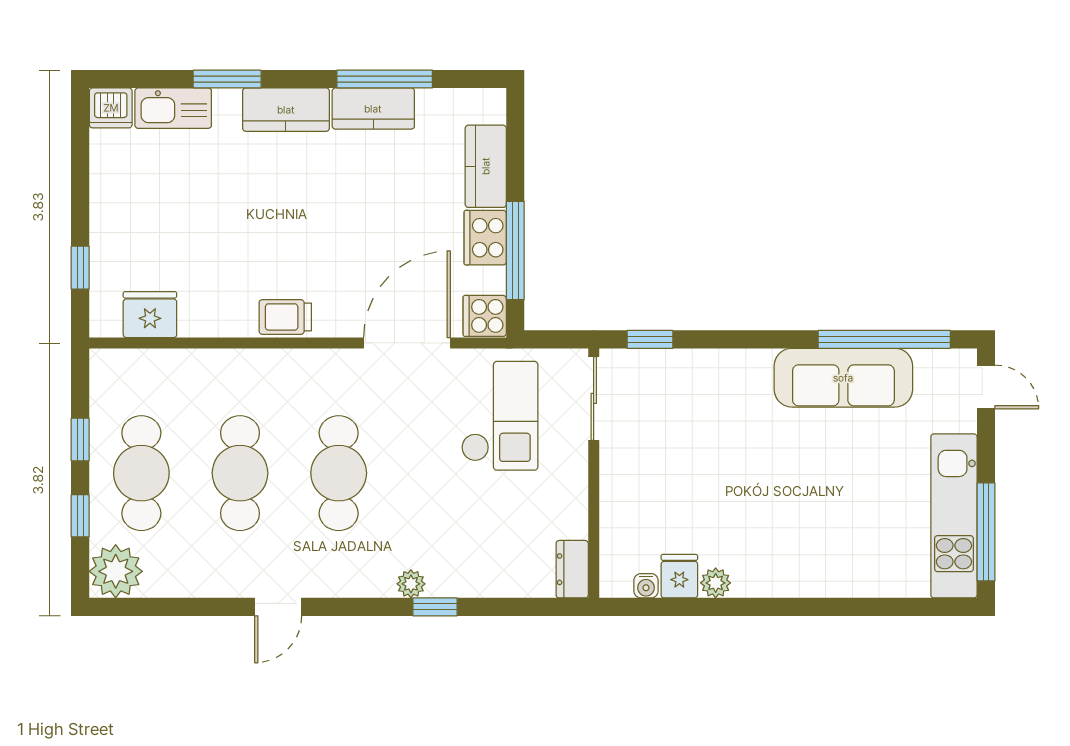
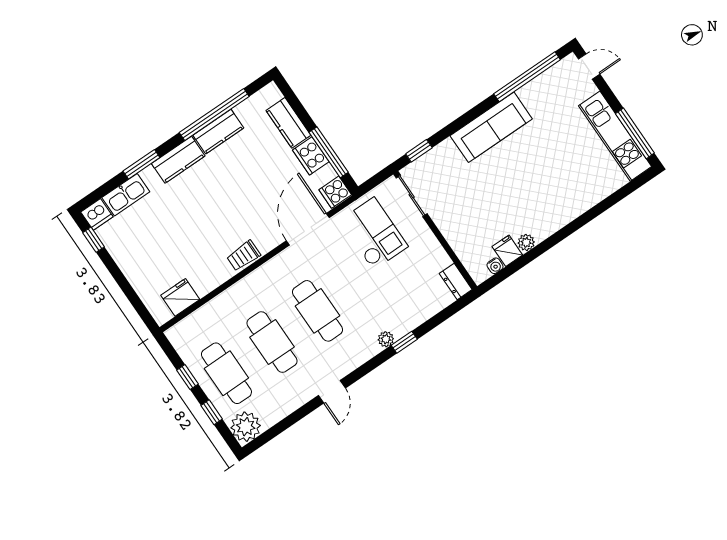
window: (385, 79) -> (214, 114), width x1.46
window: (80, 268) -> (93, 240), moved
sofa: (843, 378) -> (491, 127), moved

